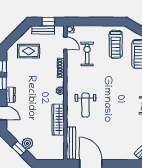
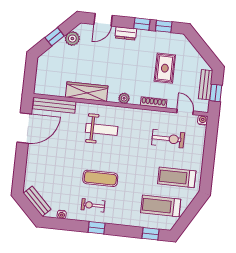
door: (65, 43) -> (185, 112), swing flipped
rug: (29, 51) -> (165, 68), moved
exercise mat: (123, 102) -> (100, 178), added
weight bench: (86, 105) -> (102, 129), turned 180
plant: (27, 143) -> (72, 39), moved

